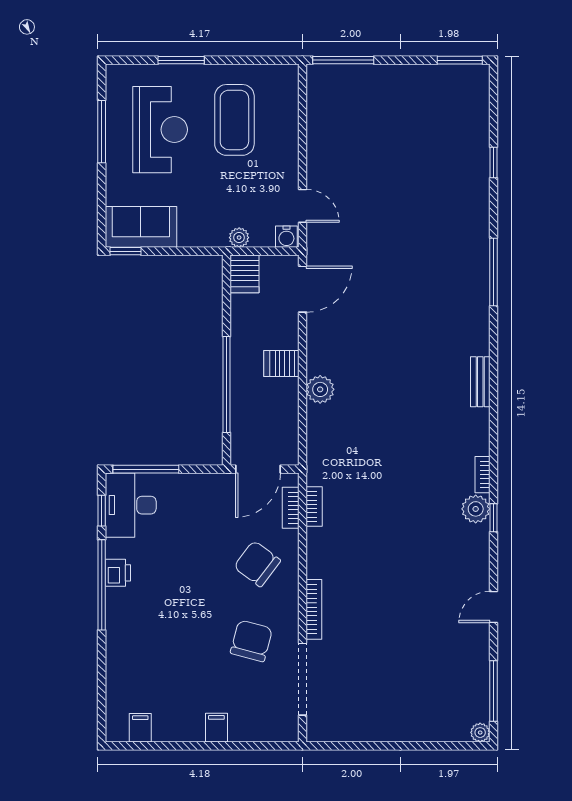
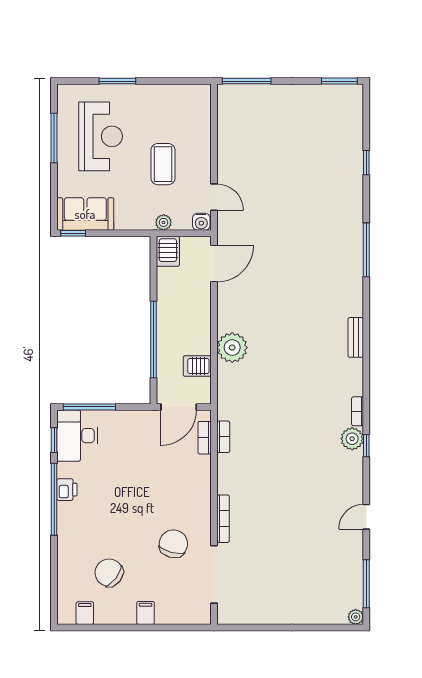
coffee table: (234, 120) -> (163, 164), moved, width x0.73, depth x0.76
server rack: (281, 364) -> (197, 366), moved
plant: (320, 389) -> (232, 348), width x1.36, depth x1.36
chair: (257, 564) -> (109, 573), moved

